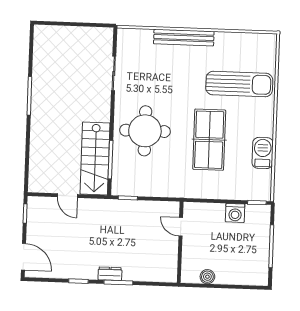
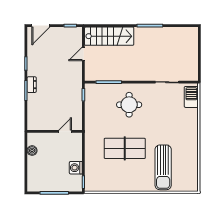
bench: (184, 38) -> (193, 129), removed
round table: (145, 131) -> (129, 105), width x0.73, depth x0.73
barbecue: (263, 153) -> (191, 97), moved, turned -90
stairs: (95, 159) -> (109, 36), moved, turned 180

